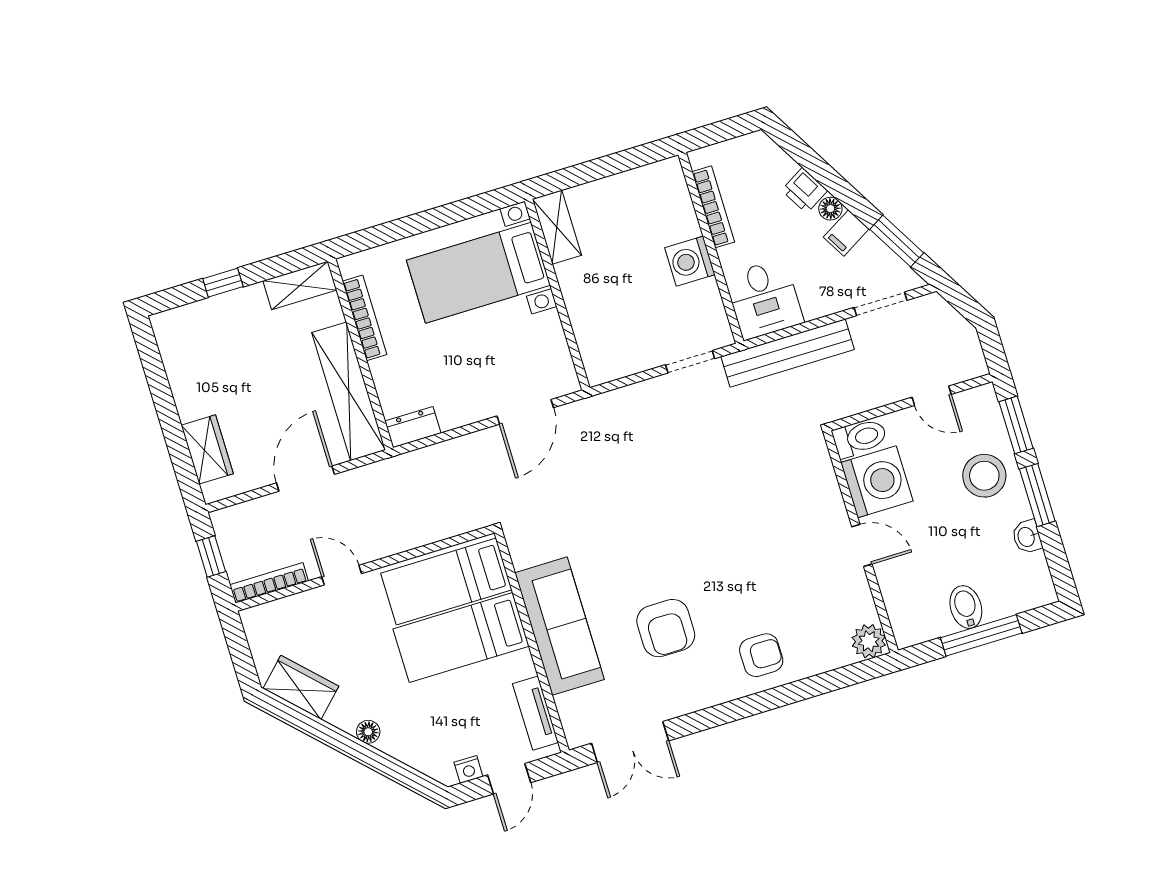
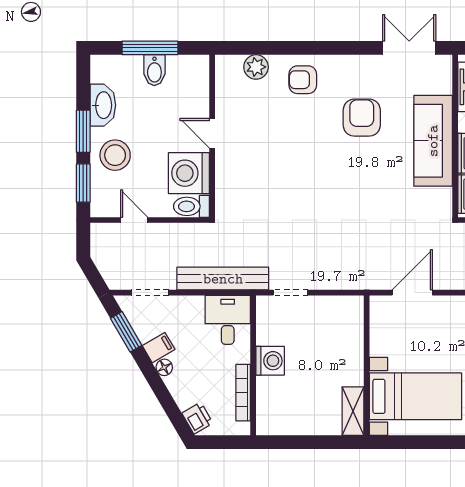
printer: (804, 190) -> (197, 418), moved
washbasin: (1027, 537) -> (103, 105), width x1.91, depth x1.45
plant: (869, 641) -> (256, 67), moved

